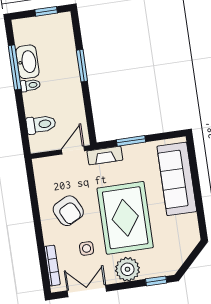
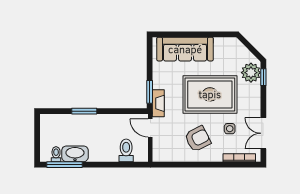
window: (46, 11) -> (37, 133), removed
window: (15, 67) -> (64, 165), moved
toilet: (30, 85) -> (56, 154), moved
window: (131, 141) -> (150, 92), moved
plant: (127, 269) -> (251, 73), moved

